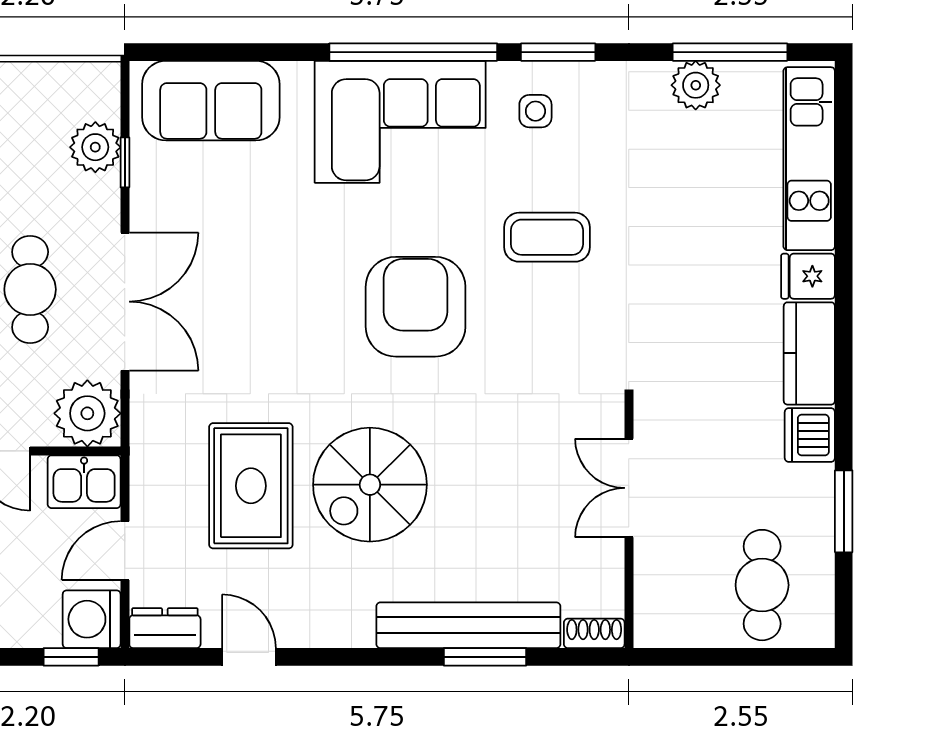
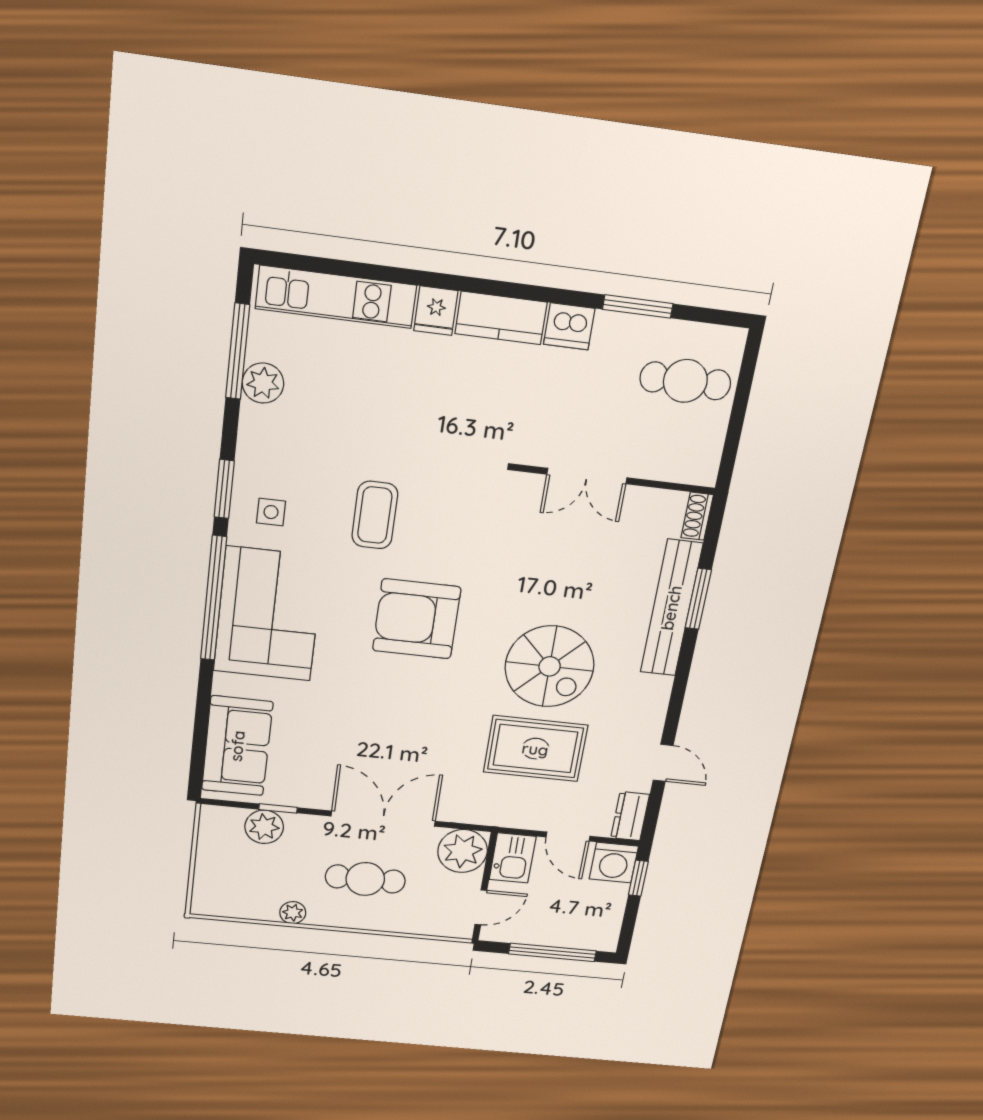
door: (249, 657) -> (663, 763), swing flipped

